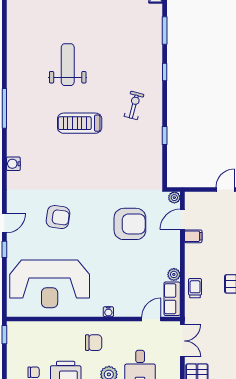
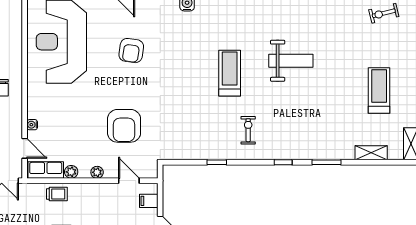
exercise bike: (134, 105) -> (248, 130), turned -105
plant: (174, 198) -> (97, 172), moved
filing cabinet: (193, 236) -> (149, 201), moved, turned 90
water cooler: (108, 312) -> (32, 125), moved

